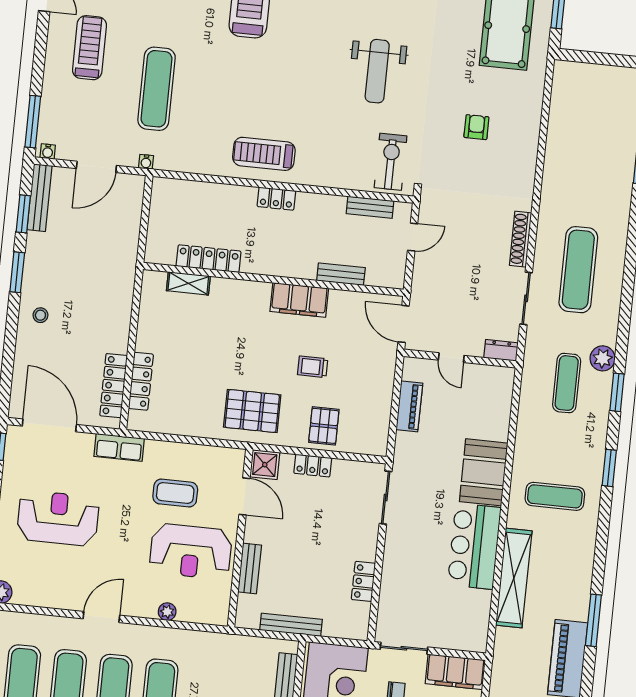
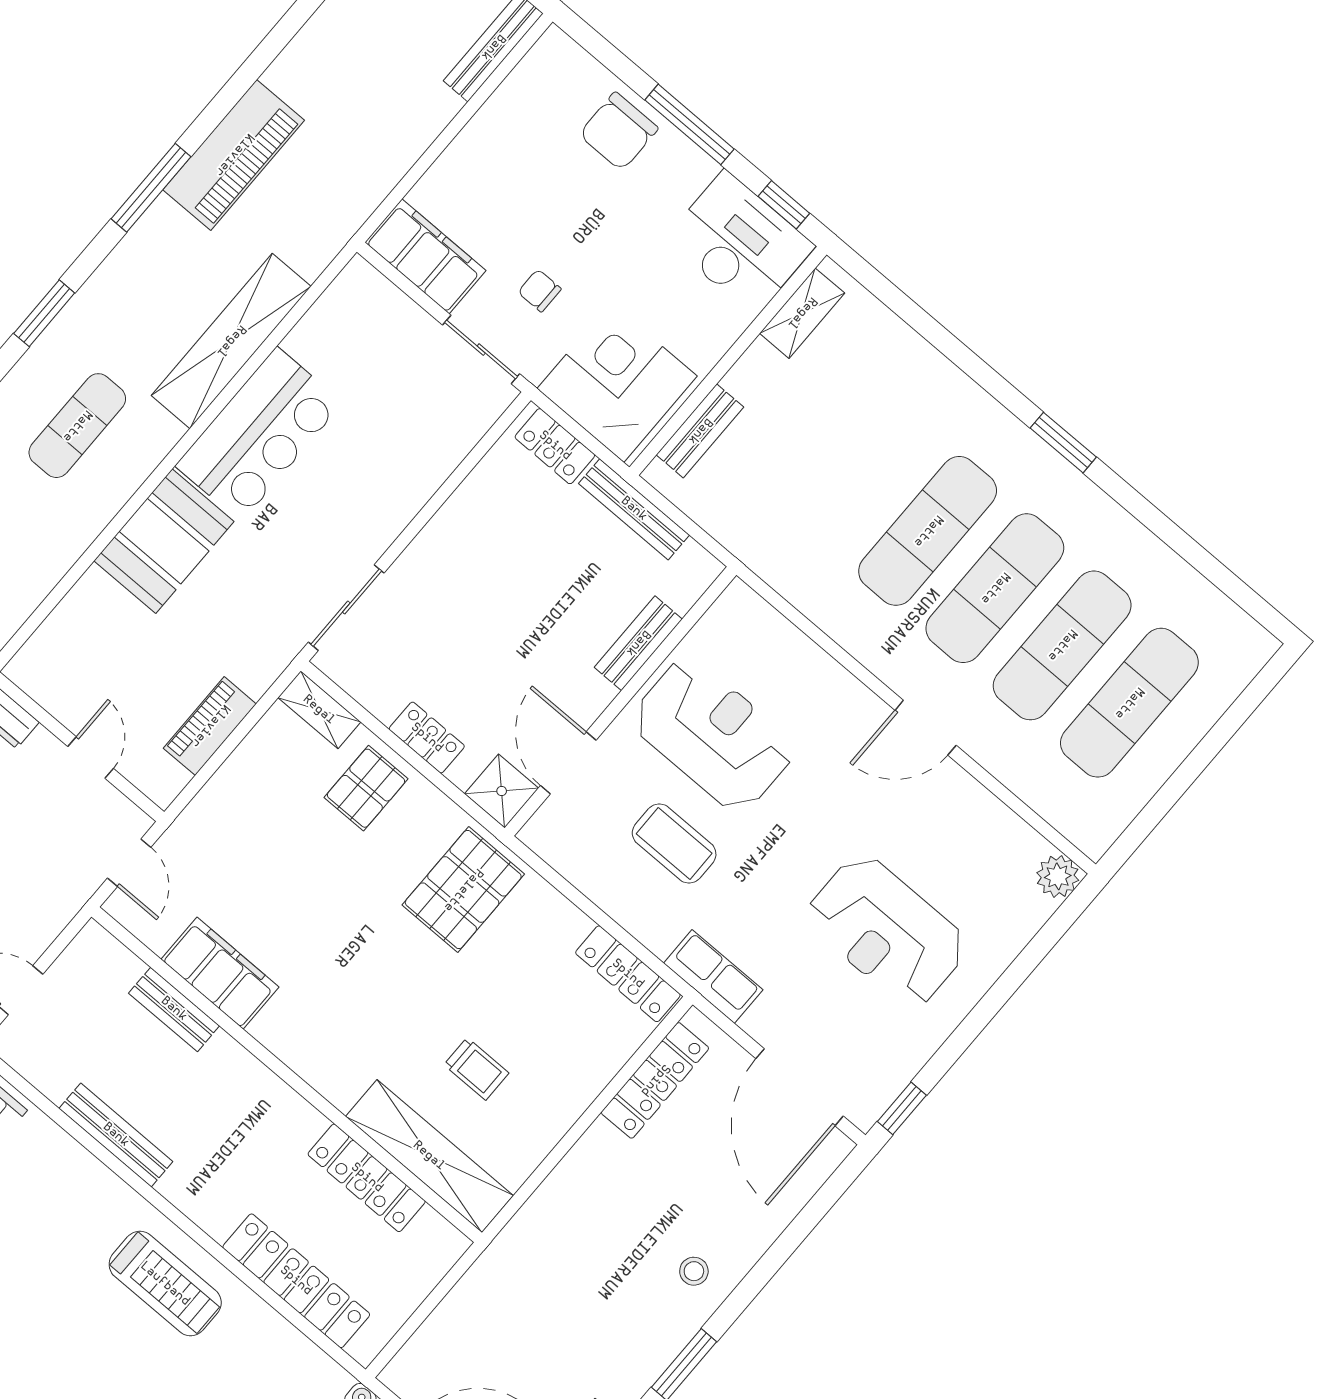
locker: (276, 199) -> (296, 1281), moved, width x2.16, depth x1.21
bench: (370, 207) -> (116, 1135), moved, width x1.36
shelving: (188, 283) -> (429, 1156), width x2.20, depth x1.33
filing cabinet: (299, 300) -> (220, 973), moved
door: (404, 324) -> (129, 863), width x0.73
trolley: (313, 367) -> (476, 1069), moved
locker: (141, 381) -> (628, 974), moved, turned -90
pallet: (252, 411) -> (463, 890), turned 90
shelving: (367, 446) -> (319, 710), added
exercise mat: (555, 496) -> (77, 426), turned 90
window: (602, 535) -> (44, 313), added
locker: (363, 581) -> (555, 446), moved, turned 90
plant: (167, 612) -> (816, 665), removed

